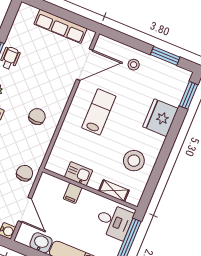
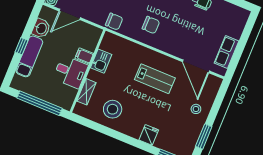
row of seats: (60, 26) -> (227, 52), width x0.68
fridge: (160, 118) -> (149, 135), width x0.53, depth x0.75
chair: (25, 173) -> (114, 22), moved
desk: (114, 221) -> (71, 72), moved, turned -90

